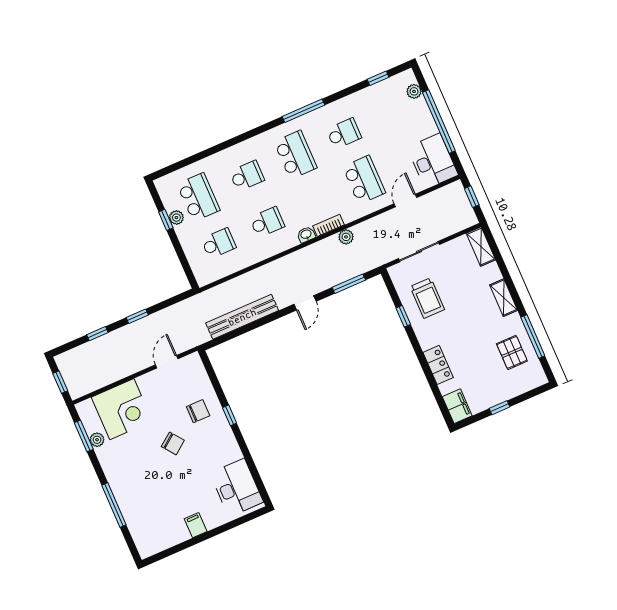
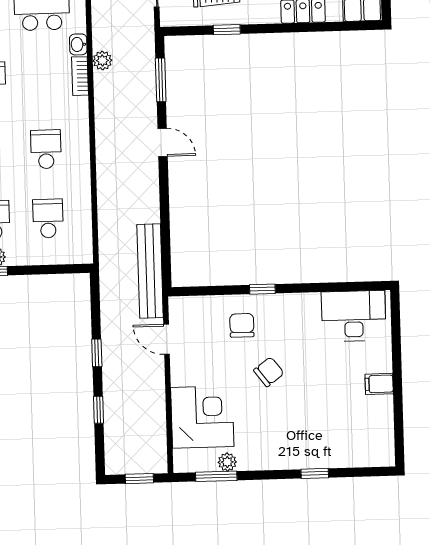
washbasin: (306, 235) -> (78, 44), moved
bench: (242, 317) -> (150, 271), moved
window: (114, 505) -> (315, 473), width x0.46

